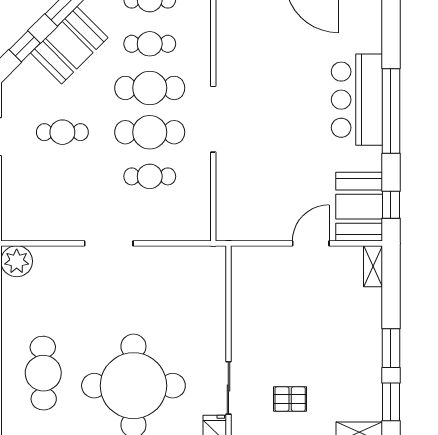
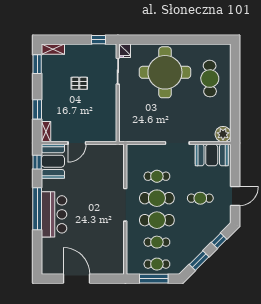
booth: (69, 45) -> (212, 155), moved, turned 45
window: (391, 348) -> (37, 109), moved
pallet: (290, 399) -> (79, 83), moved

